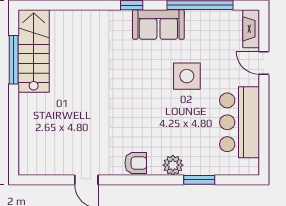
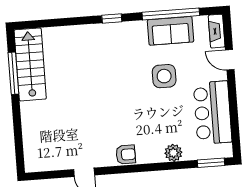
sofa: (158, 25) -> (171, 31), moved
plant: (173, 165) -> (173, 153), moved
window: (199, 180) -> (211, 163), moved

